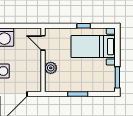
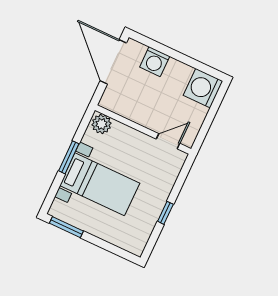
bed with nightstands: (93, 47) -> (100, 184), moved, turned 90
plant: (51, 68) -> (102, 124), moved

